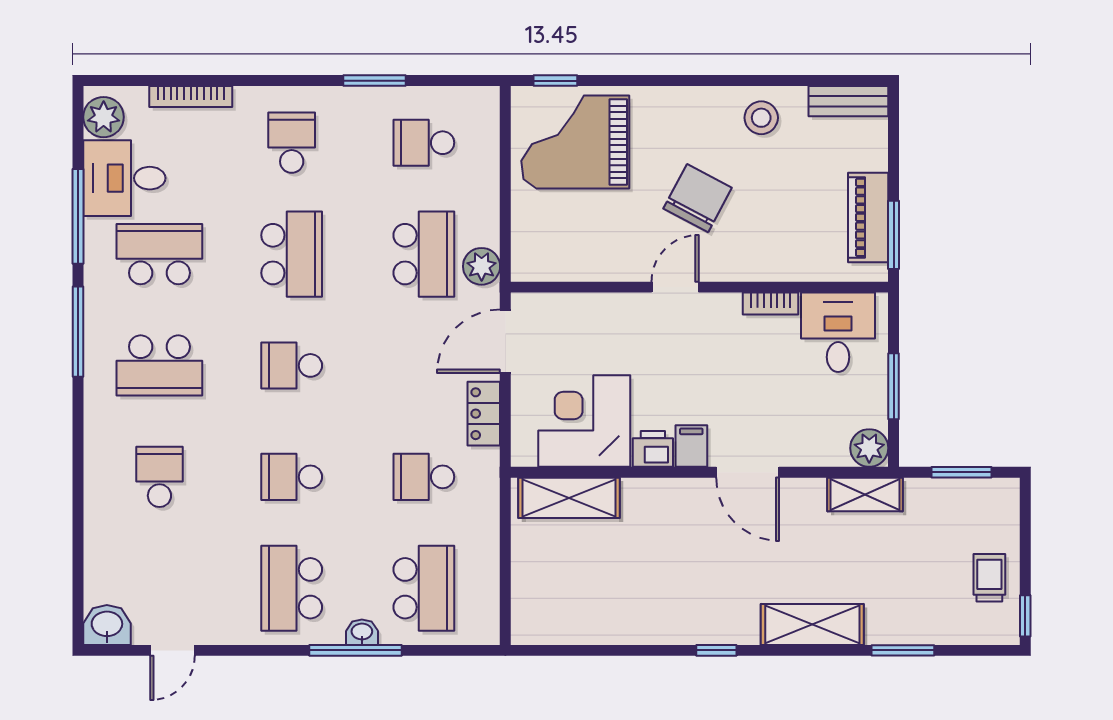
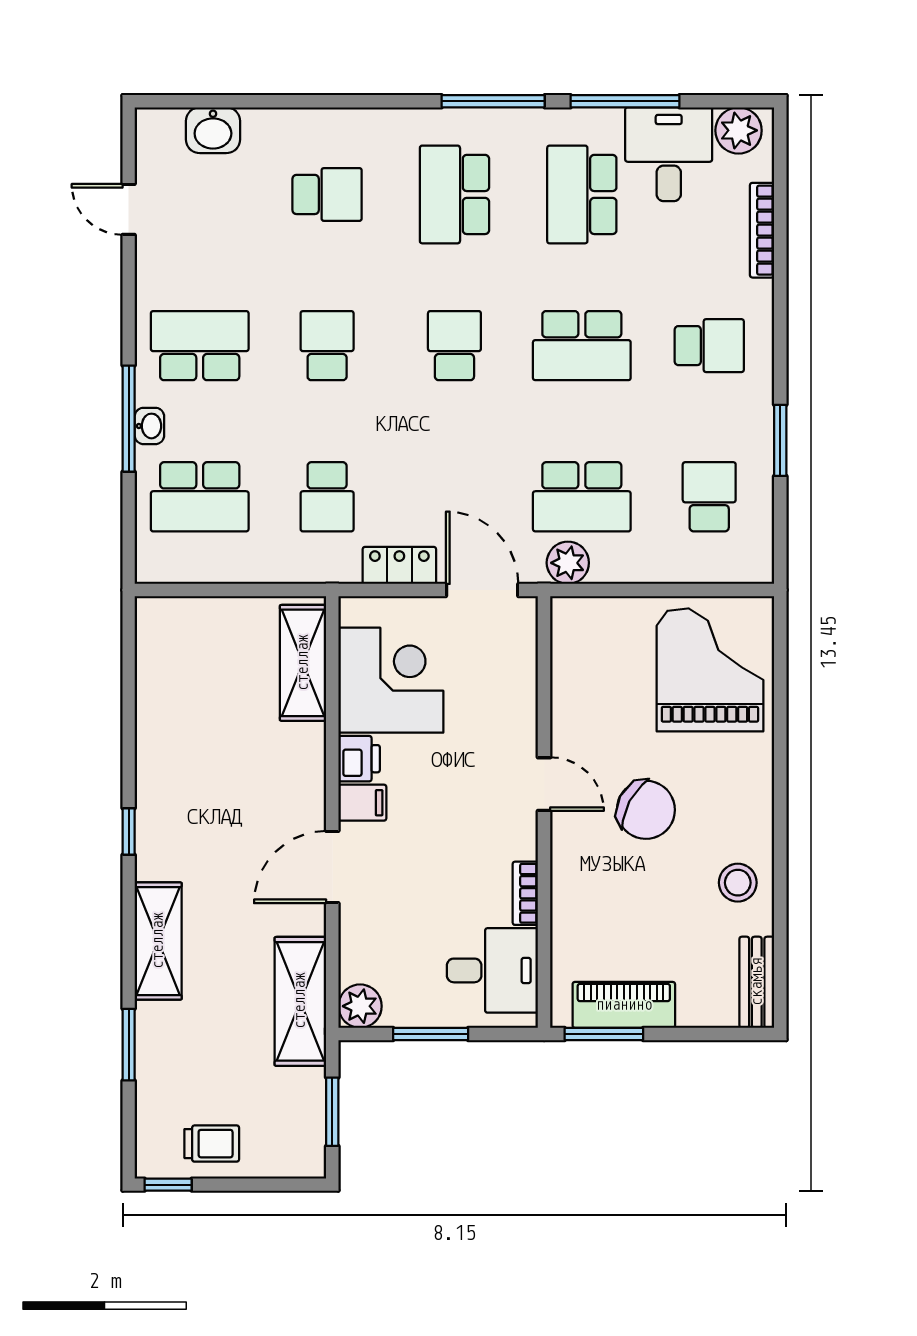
window: (555, 81) -> (780, 647), removed
school desk: (159, 254) -> (582, 194), turned 180
school desk: (424, 477) -> (327, 497), turned 180
shelving: (865, 495) -> (300, 1001), width x1.50, depth x1.33
washbasin: (107, 625) -> (213, 130), moved, turned 90

